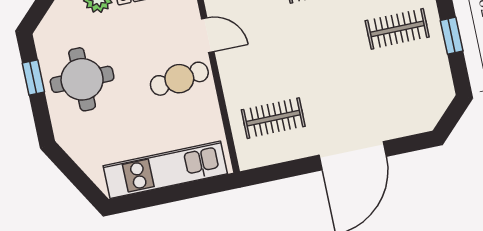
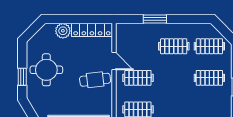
clothes rail: (261, 58) -> (138, 78), added
window: (33, 78) -> (22, 77), moved

